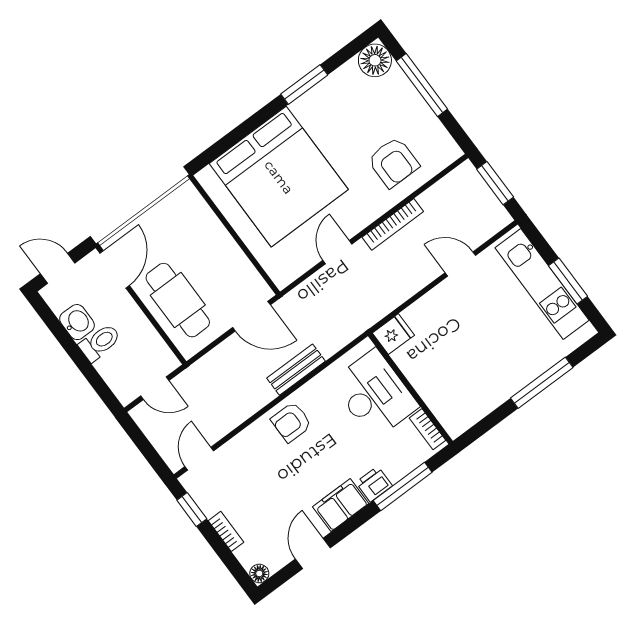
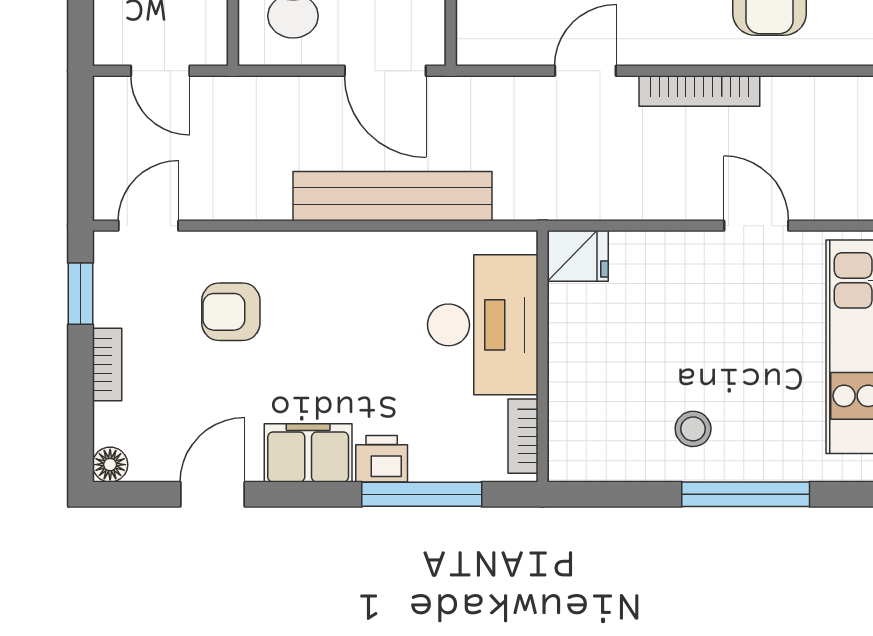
bench: (296, 370) -> (392, 196), width x1.86, depth x1.21
stool: (498, 372) -> (693, 429), added
armchair: (291, 422) -> (231, 312), moved

